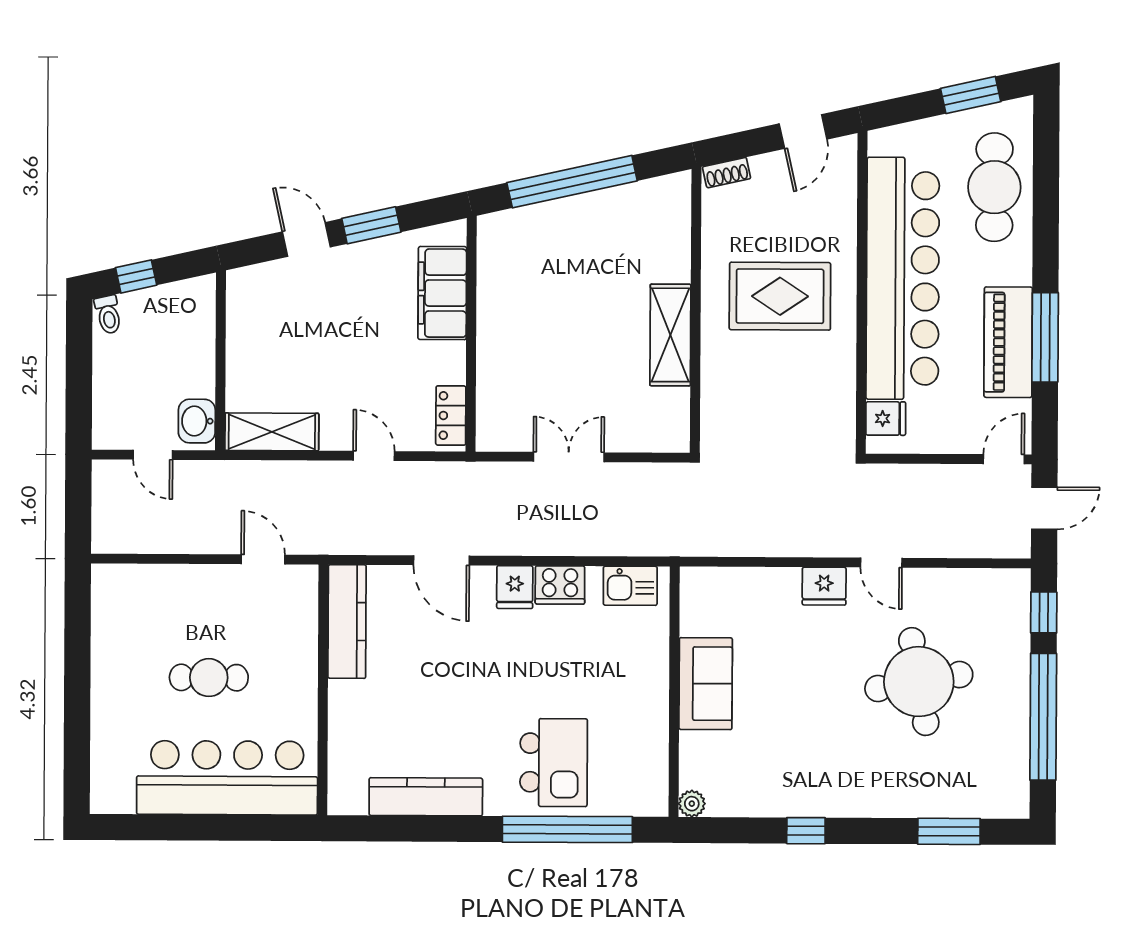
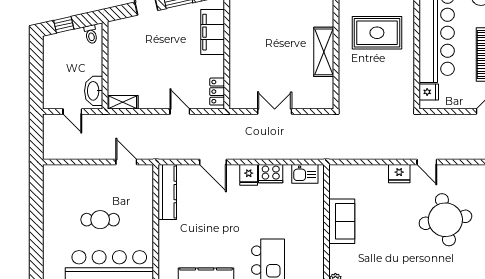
toilet: (108, 315) -> (91, 34), moved
washbasin: (197, 421) -> (94, 91), width x1.38
shelving: (272, 432) -> (123, 102), width x0.67, depth x0.75

